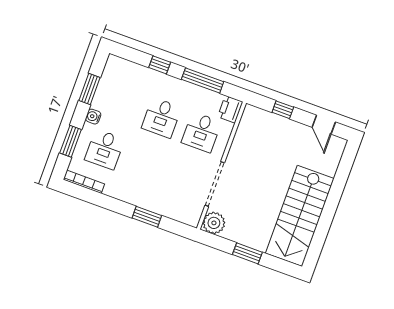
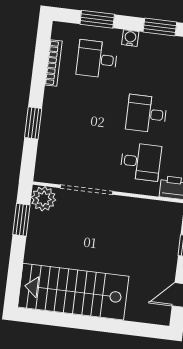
desk: (201, 132) -> (141, 162), turned 180
bookcase: (84, 182) -> (53, 63), moved
window: (247, 253) -> (21, 220), moved

